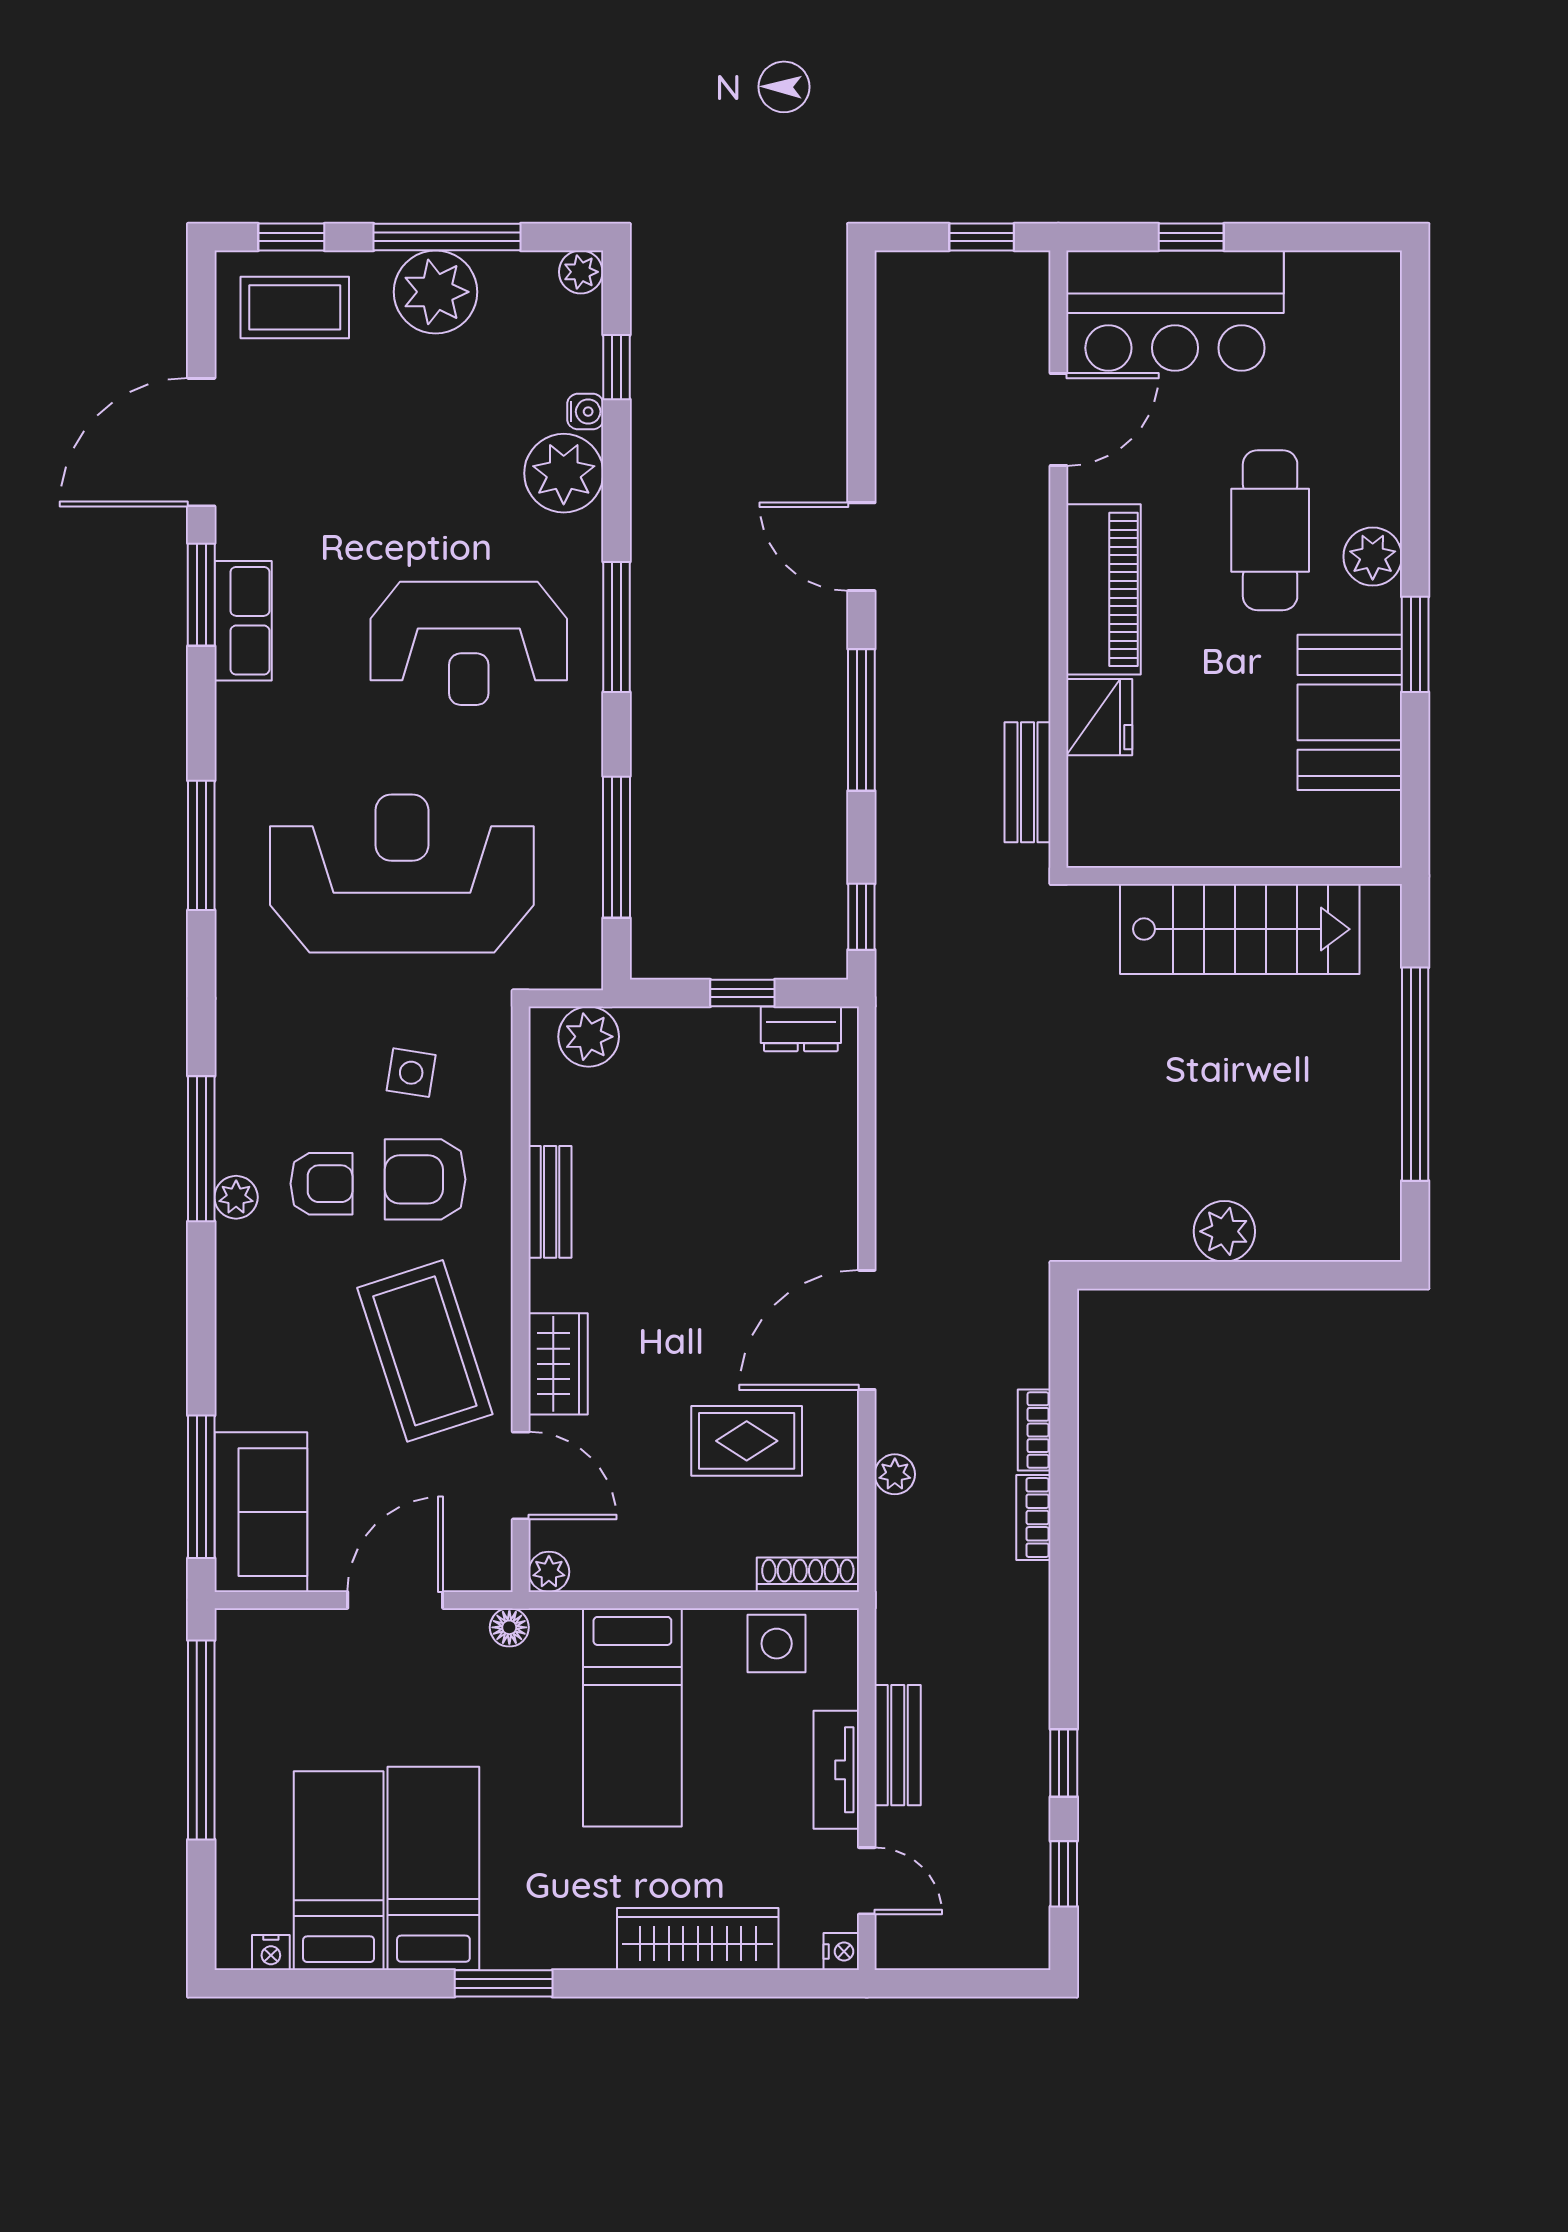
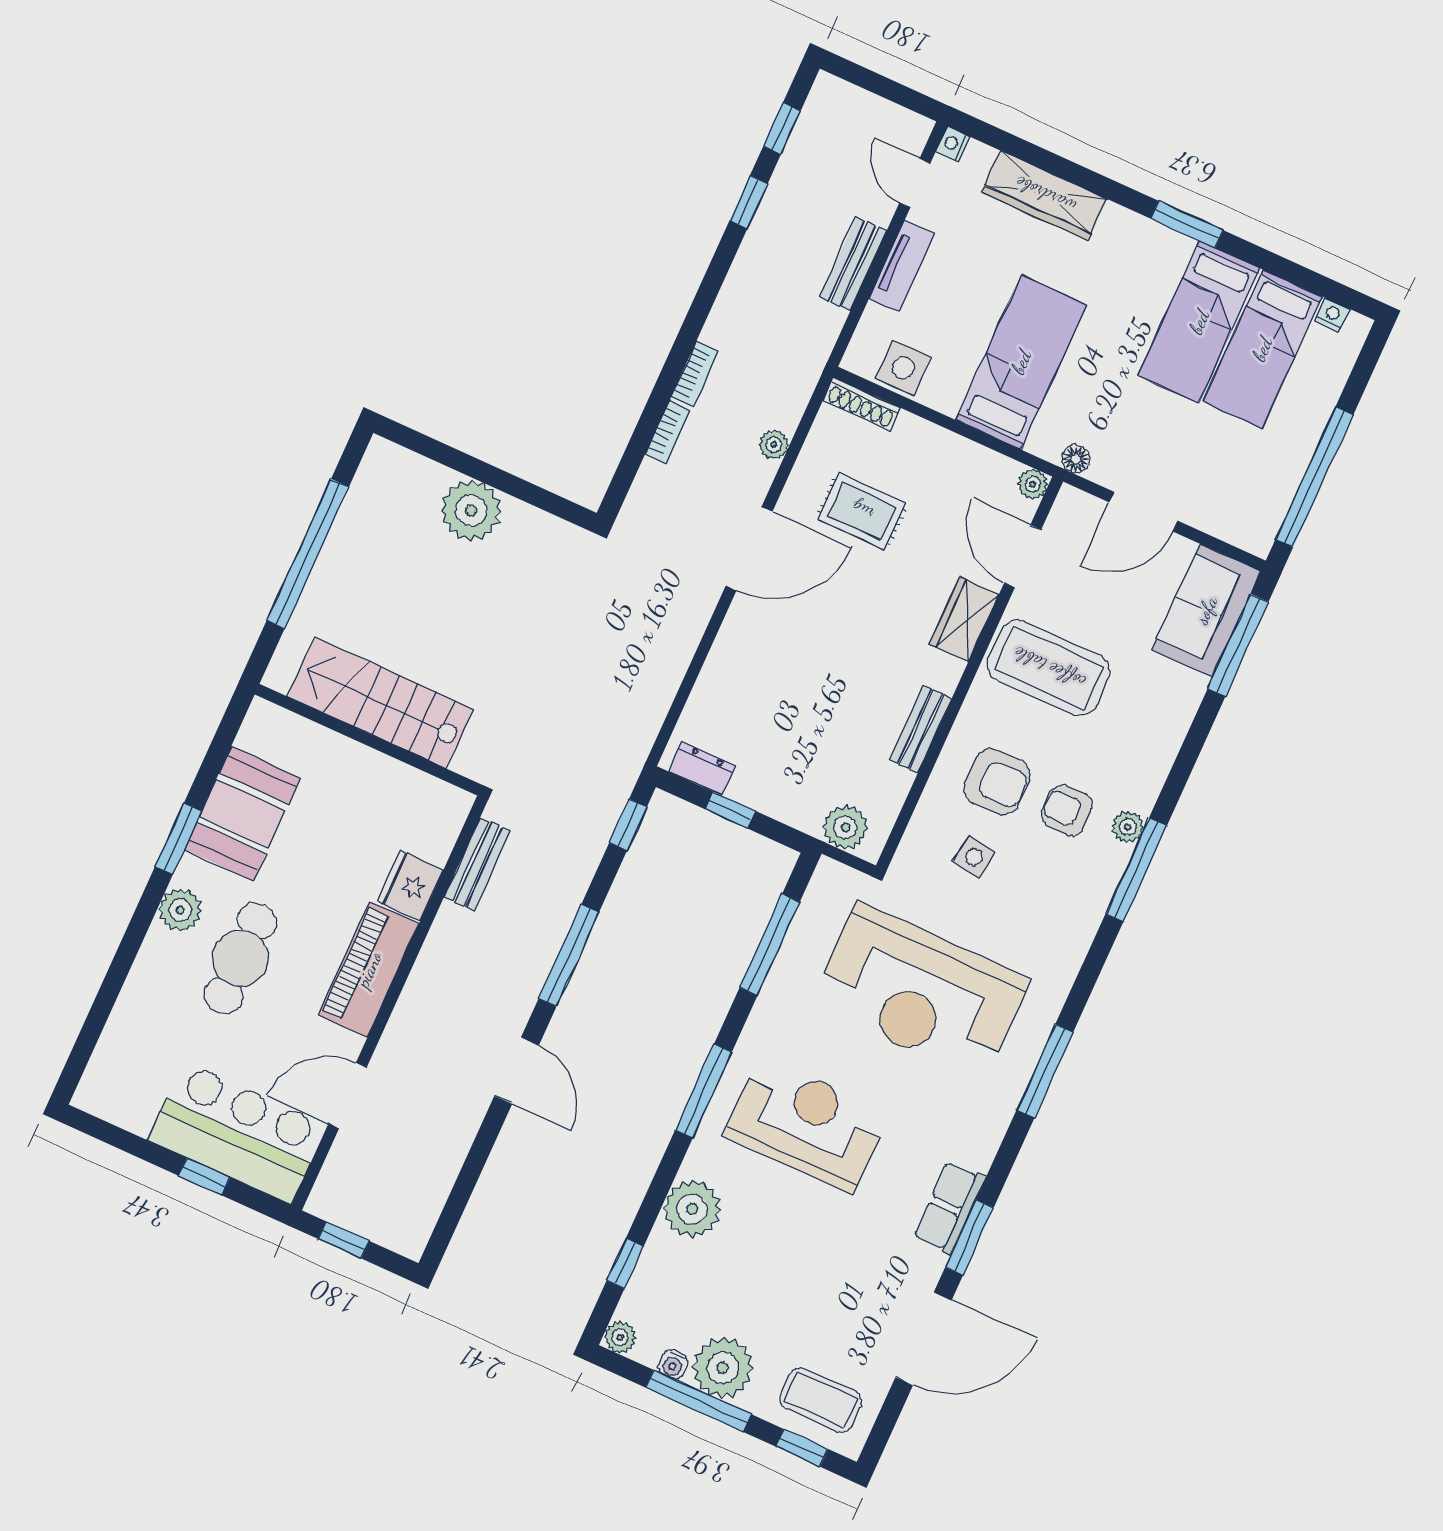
water cooler: (585, 412) -> (673, 1364), moved, turned -90
plant: (1224, 1231) -> (471, 511), width x1.36, depth x1.36
coffee table: (425, 1351) -> (1049, 668), turned -72

